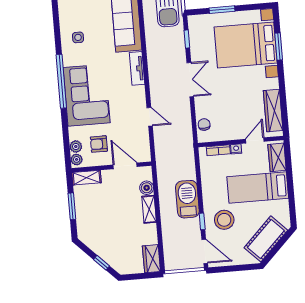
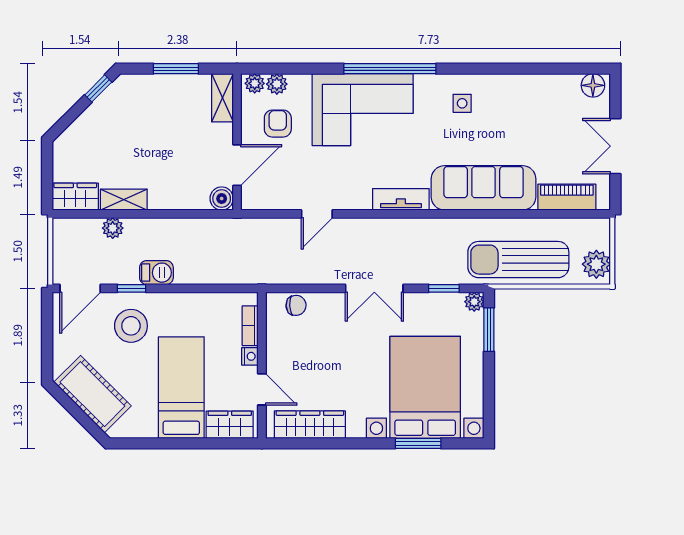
window: (222, 10) -> (489, 330), moved
plant: (193, 21) -> (474, 302), added
boiler: (147, 188) -> (222, 199), moved
barbecue: (187, 199) -> (156, 273), width x0.53, depth x0.65
shelving: (149, 209) -> (124, 200), moved
plant: (168, 235) -> (113, 228), added
window: (102, 263) -> (98, 88), moved

